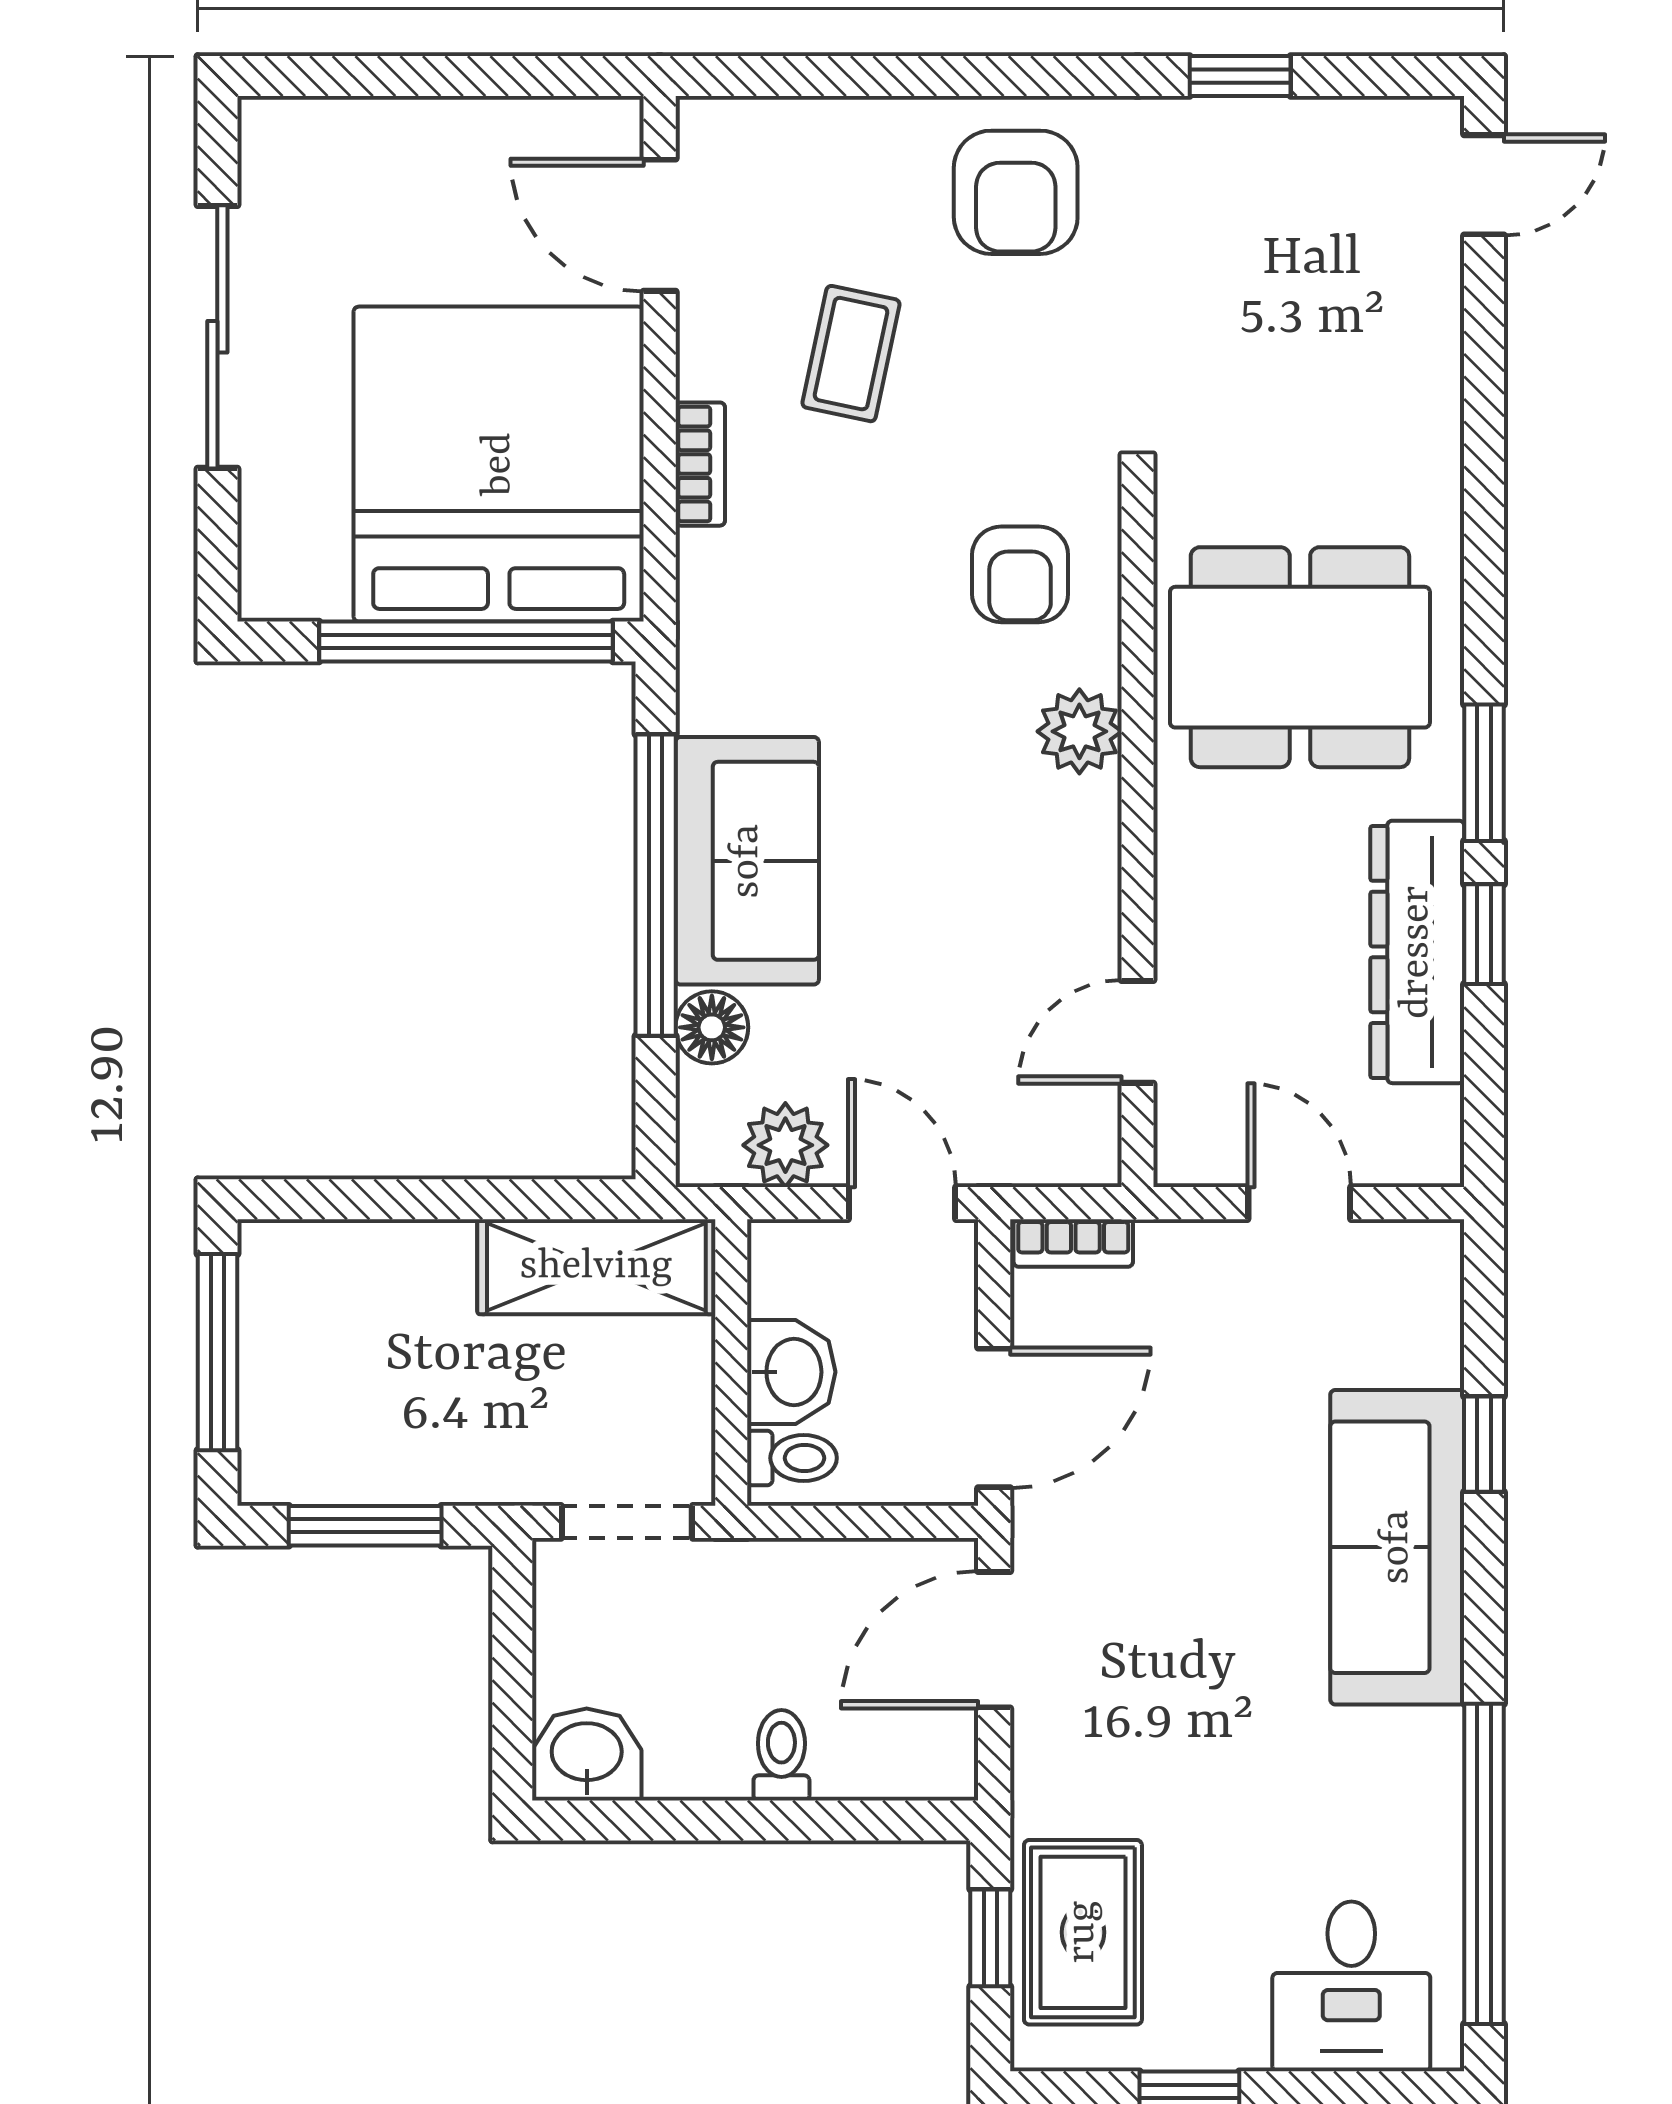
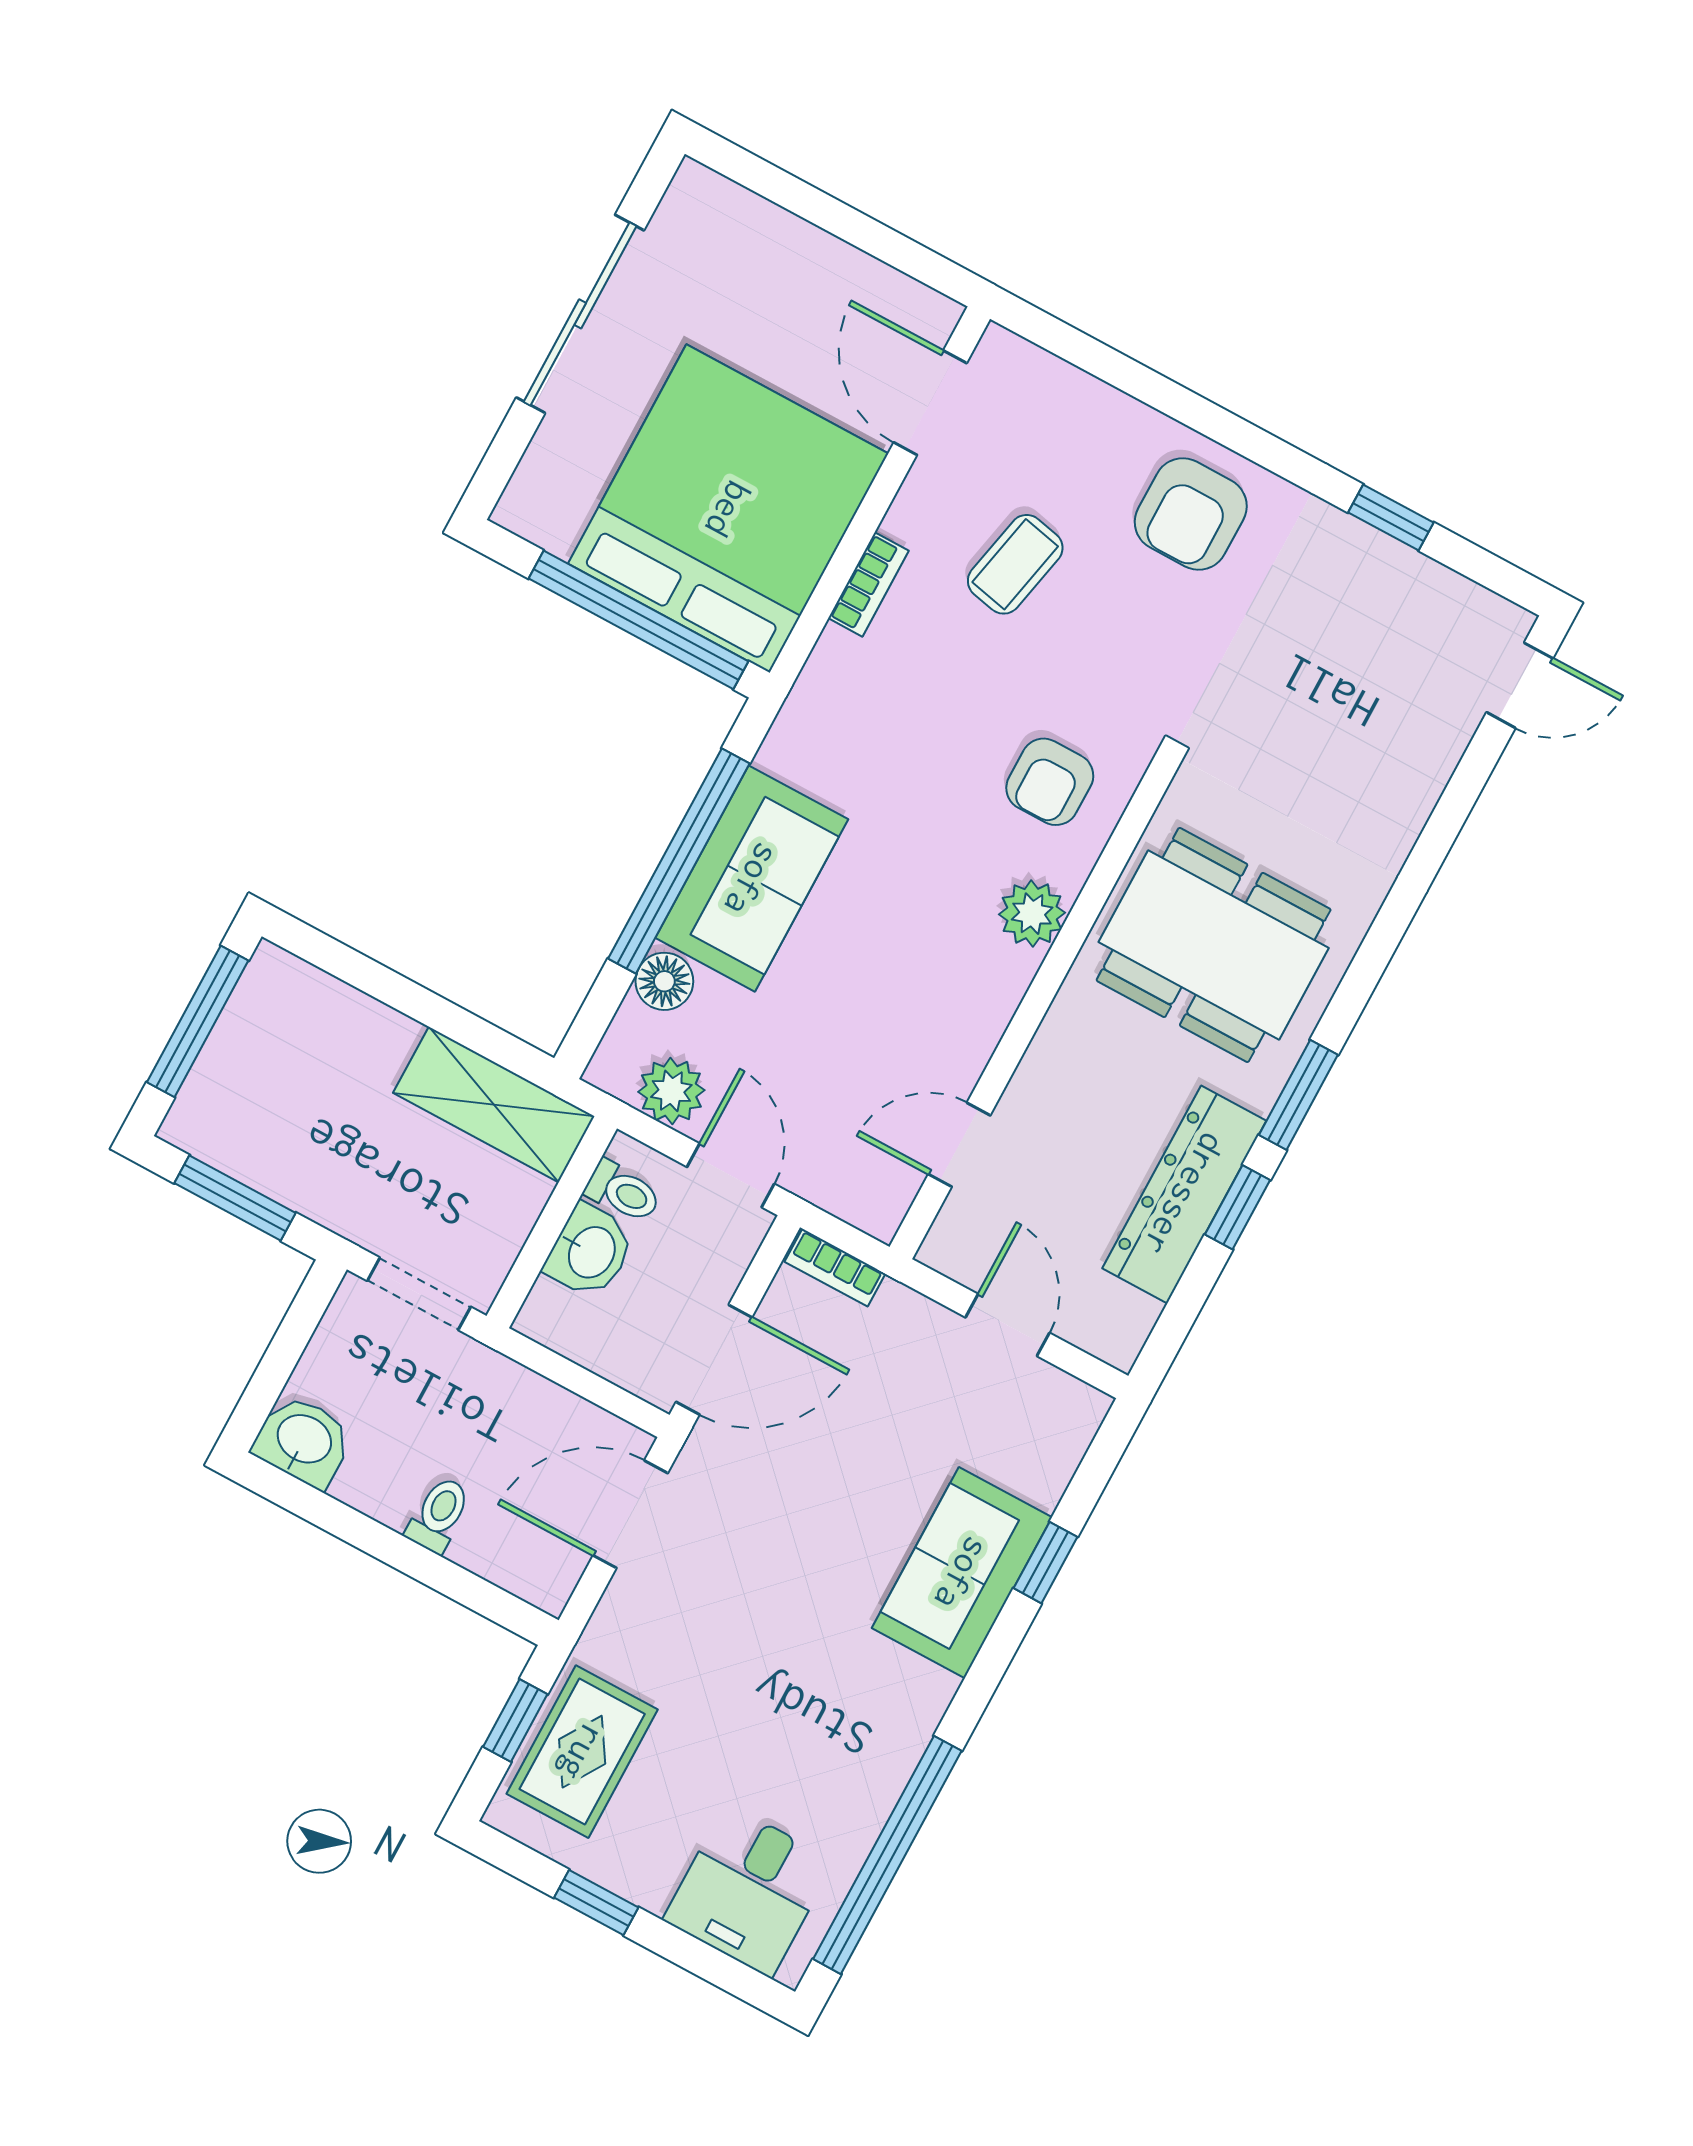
toilet: (792, 1458) -> (623, 1192), moved
sofa: (1397, 1547) -> (962, 1573), width x0.73

